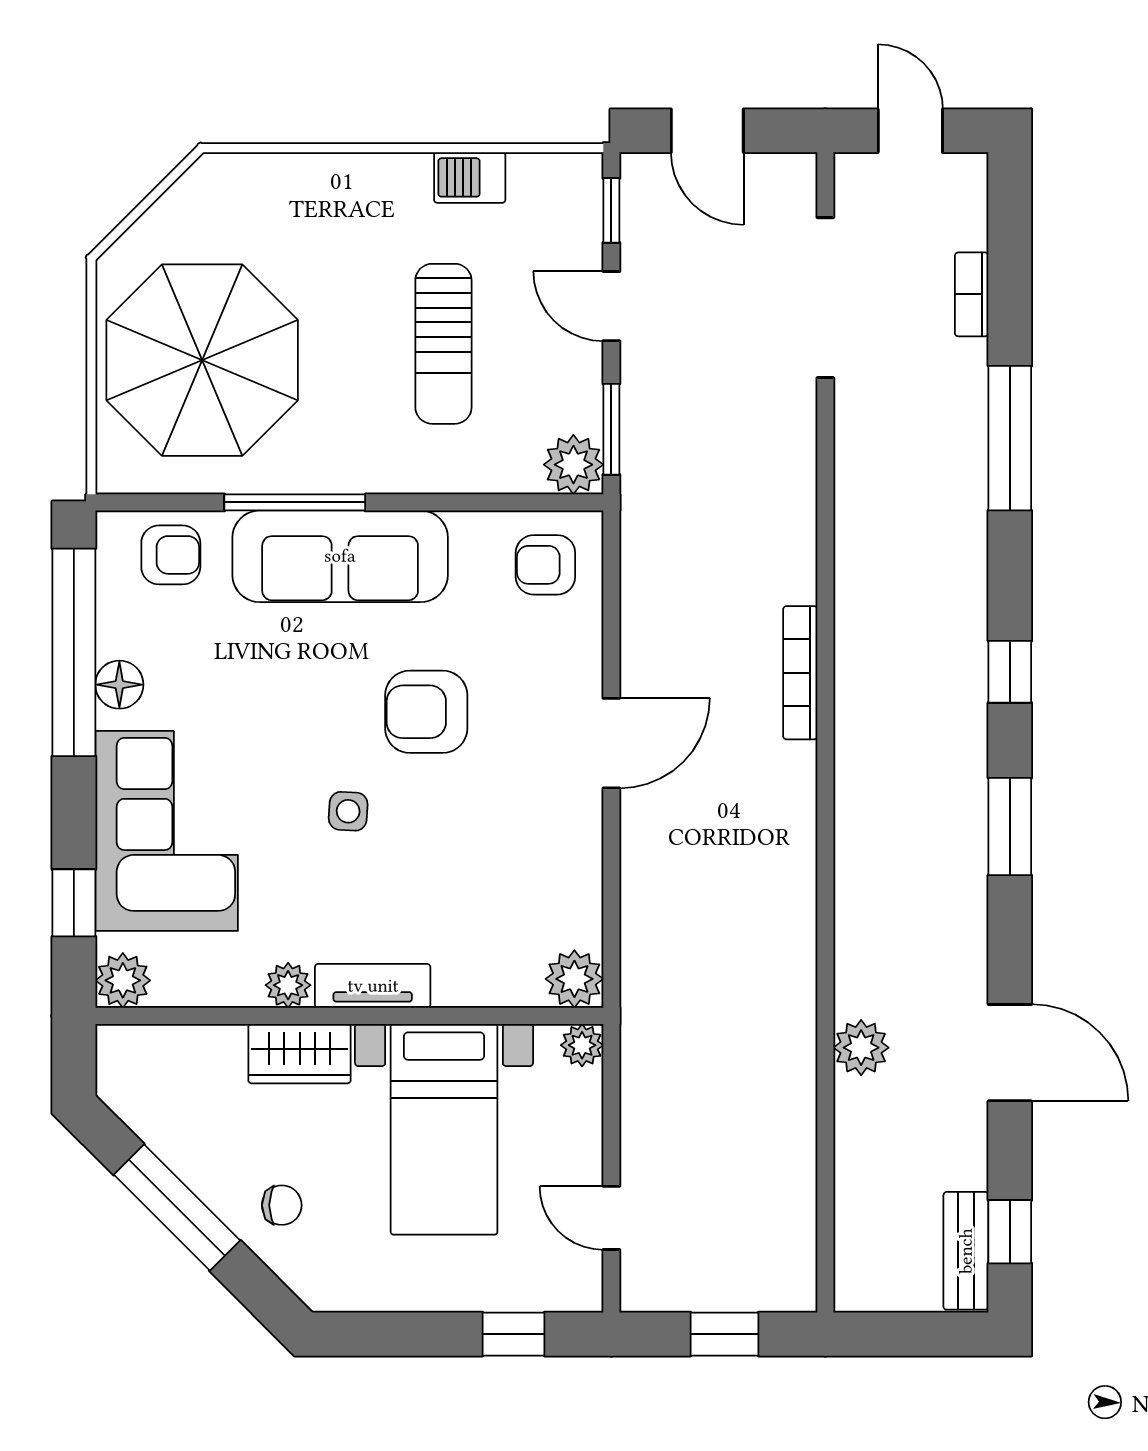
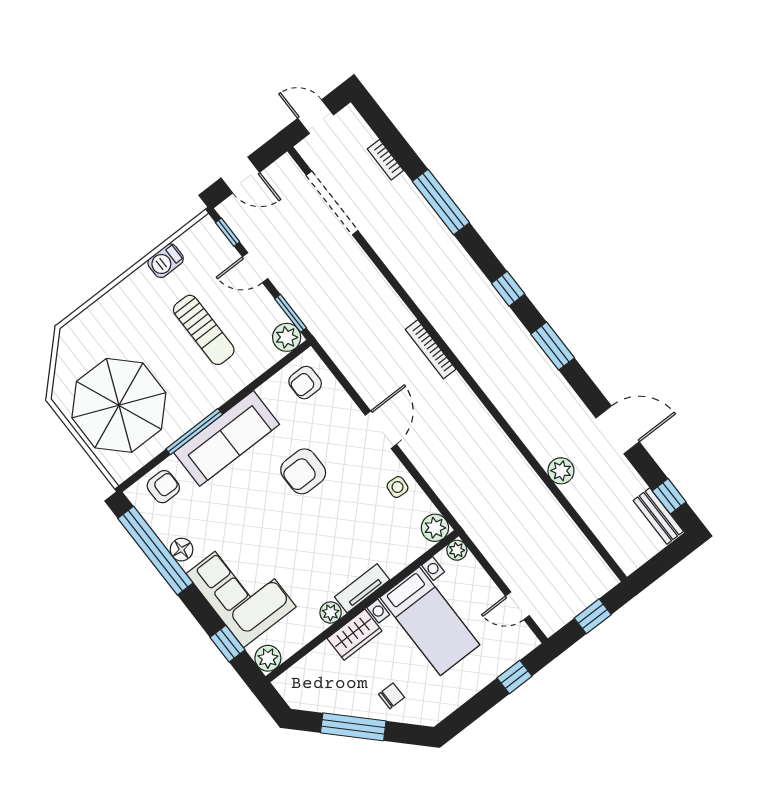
side table: (348, 811) -> (398, 487), moved

